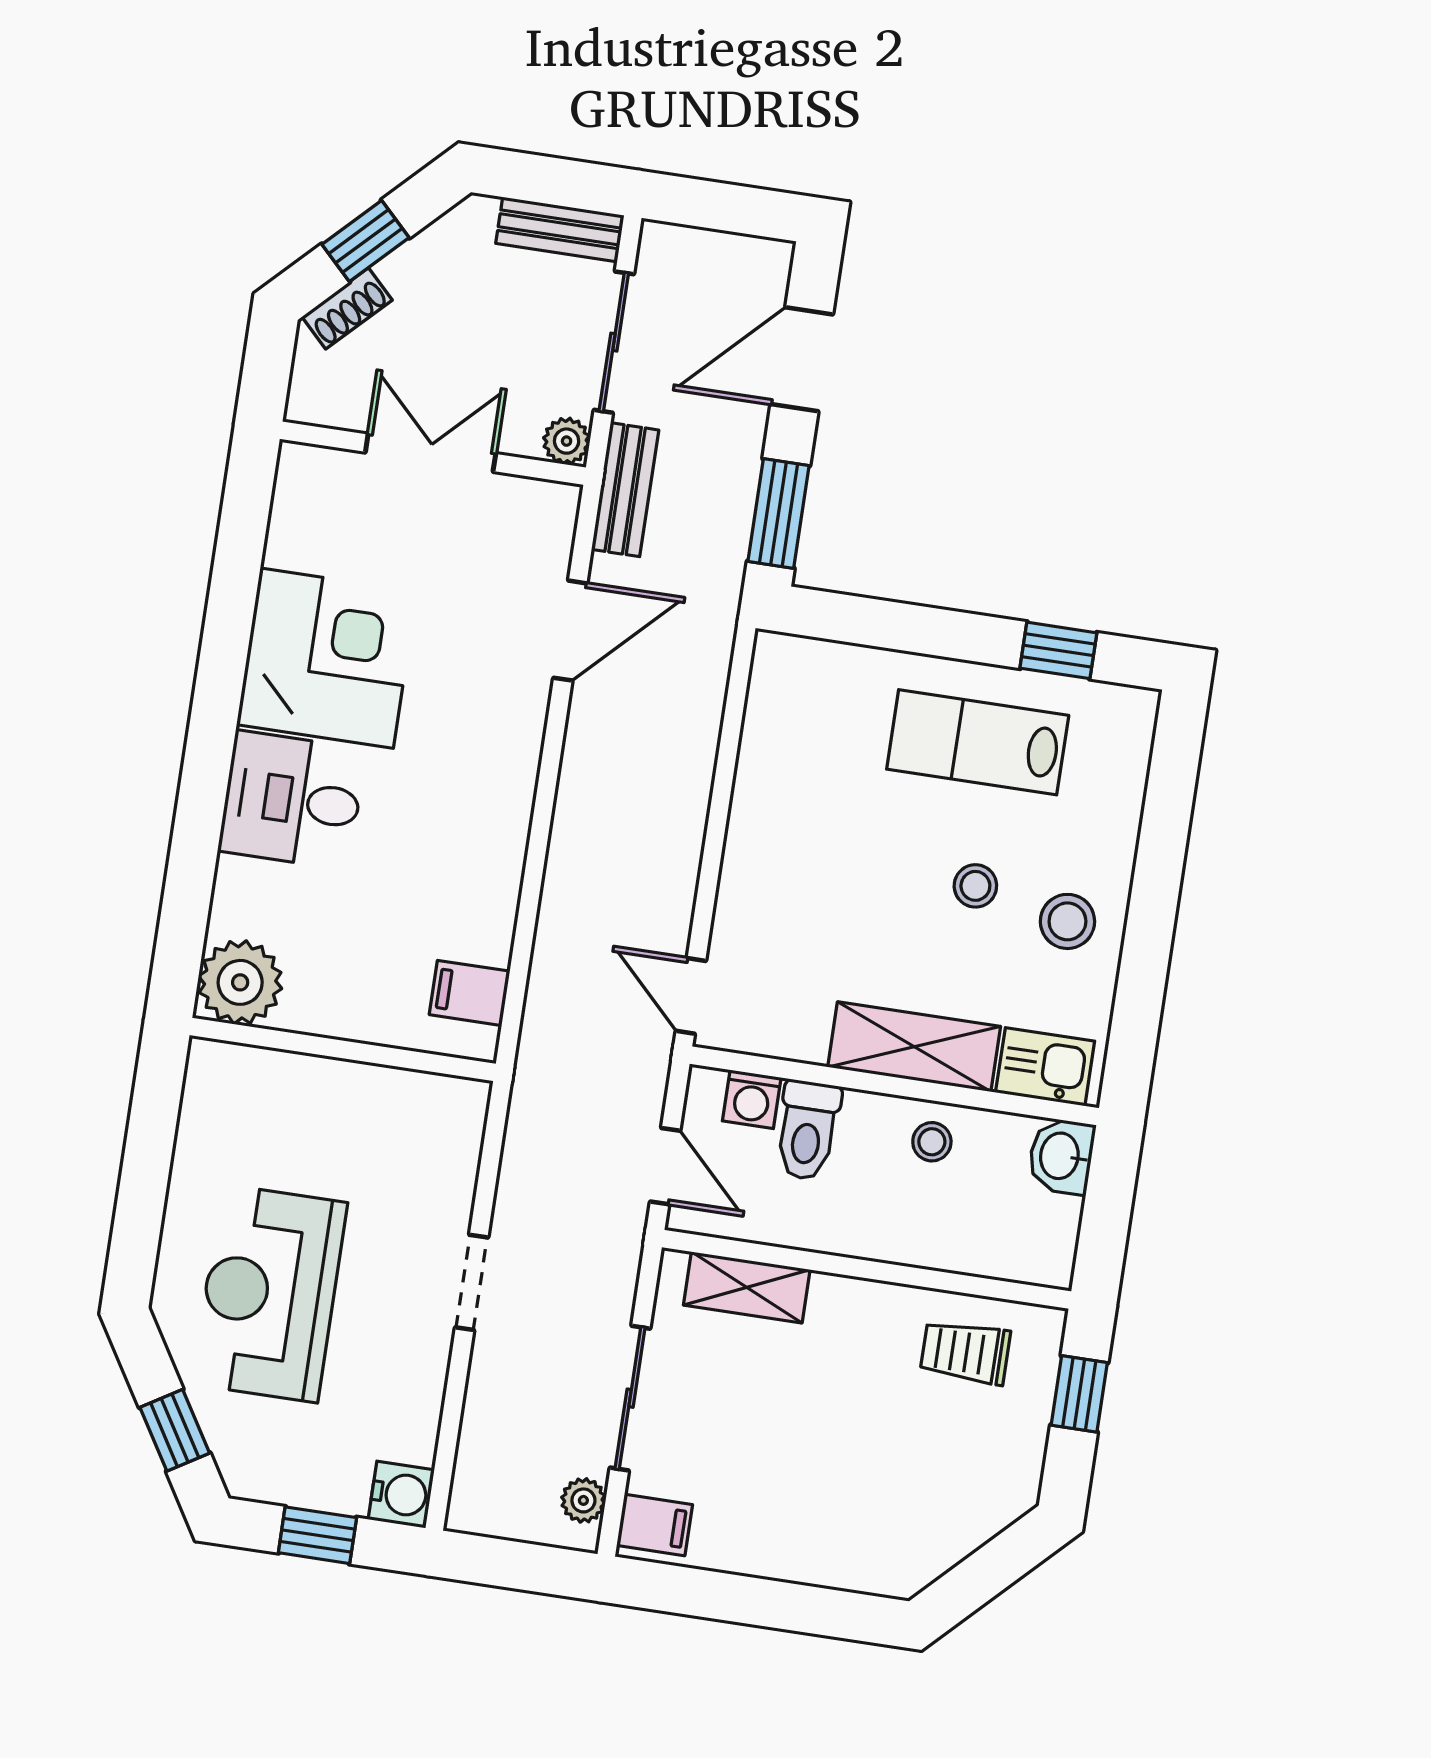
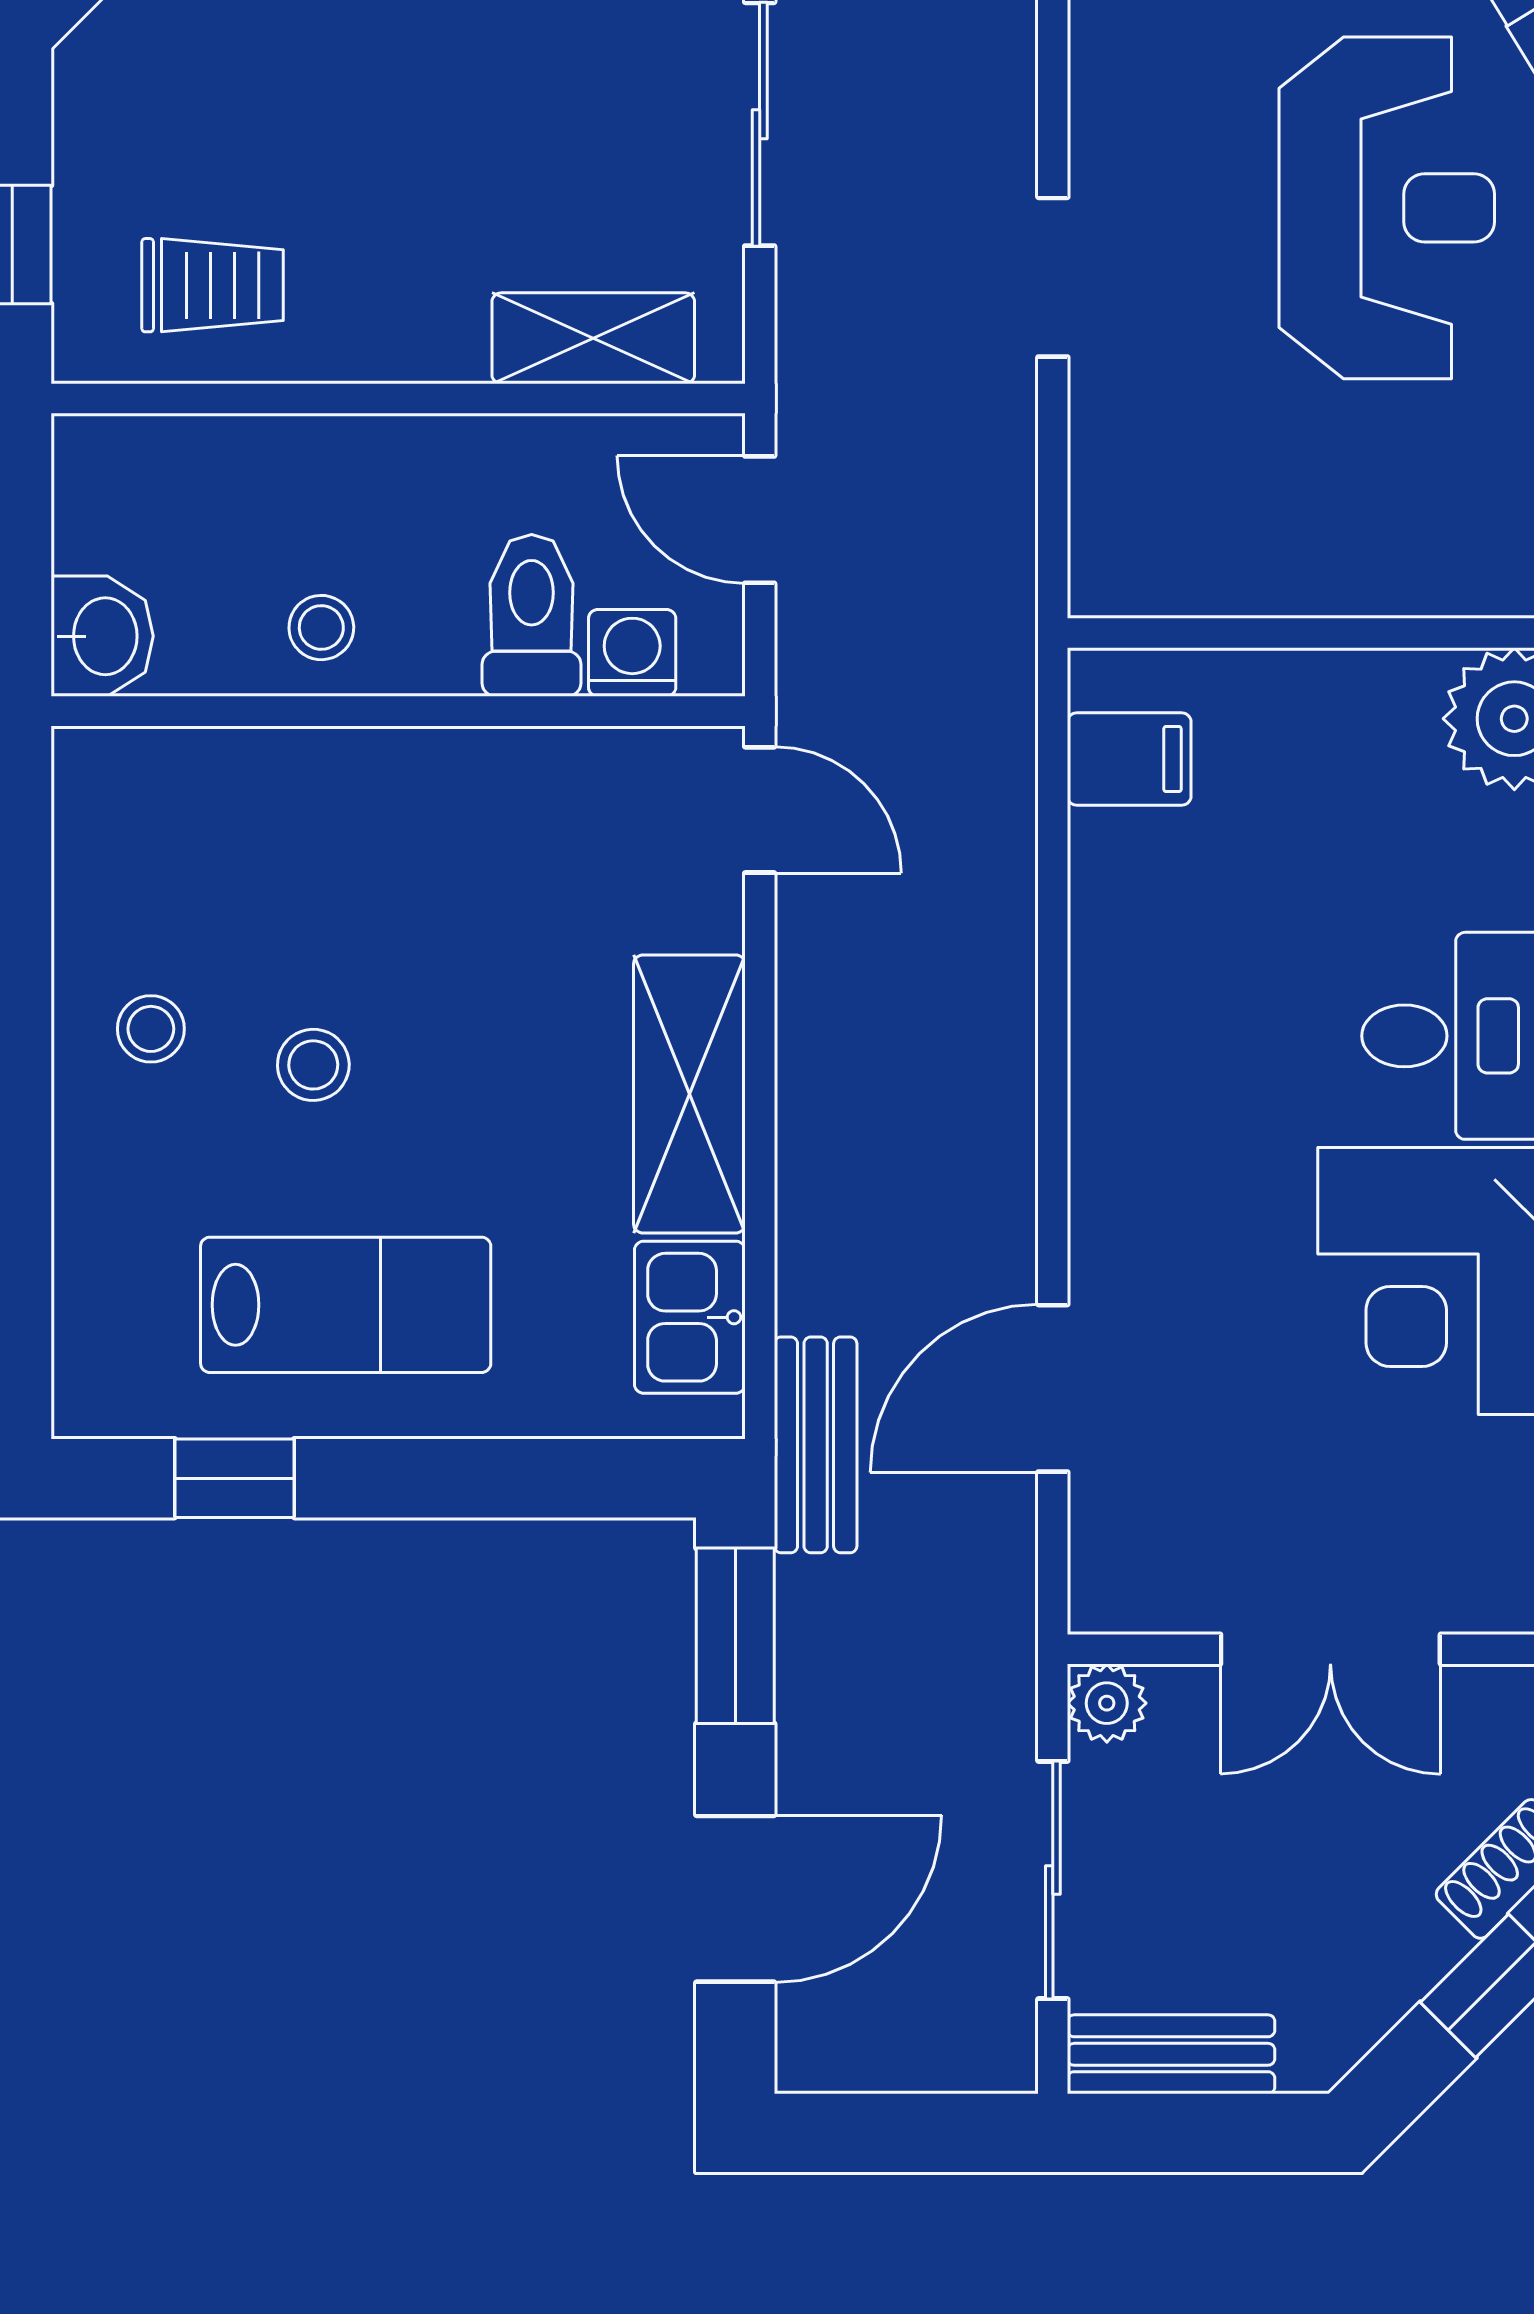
bench: (625, 490) -> (816, 1445), moved
stool: (1067, 921) -> (151, 1029), width x0.73, depth x0.73
shelving: (914, 1047) -> (689, 1094), moved, turned 90
kitchen sink: (1045, 1067) -> (690, 1317), moved, turned 90

